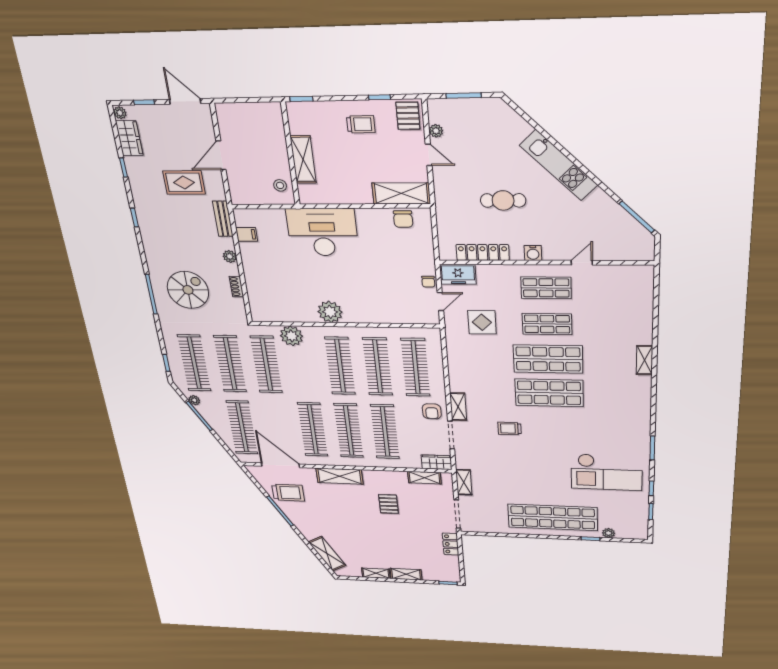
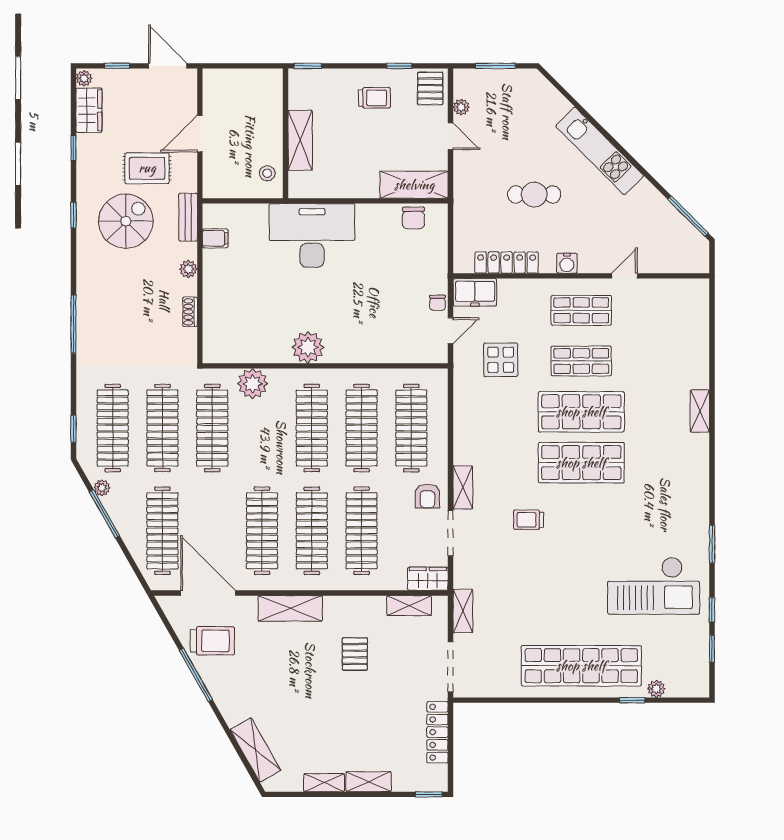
spiral stairs: (188, 290) -> (126, 221), moved
locker: (451, 544) -> (437, 732), width x1.53

